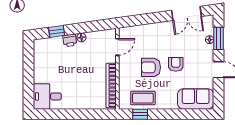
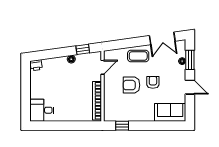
window: (57, 31) -> (83, 49), moved
printer: (70, 40) -> (36, 65), moved
coffee table: (143, 98) -> (138, 56), moved

